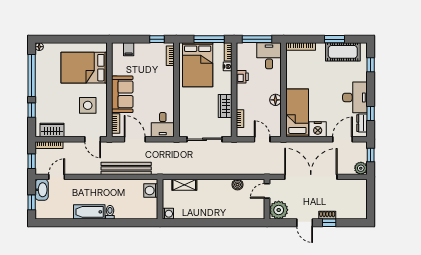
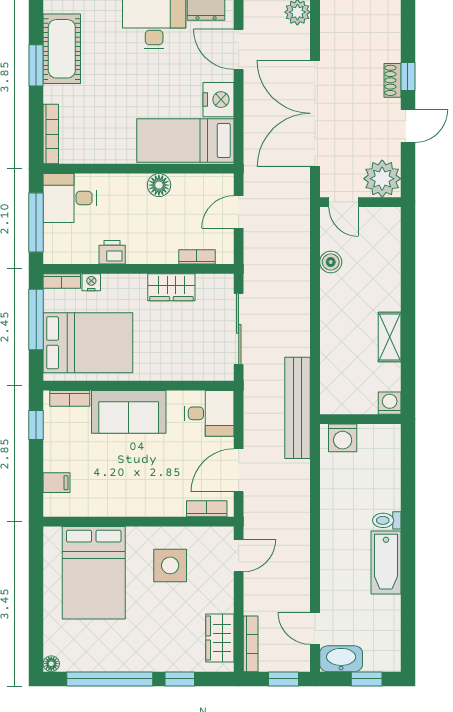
sofa: (122, 94) -> (129, 412), moved, turned 180
bench: (126, 168) -> (298, 408), moved
shelving: (184, 185) -> (390, 337), moved

